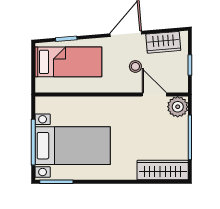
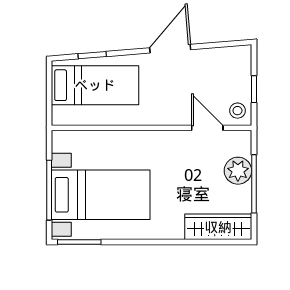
wardrobe: (163, 42) -> (219, 60), removed
stool: (135, 66) -> (237, 111), moved
plant: (178, 107) -> (238, 171), moved

